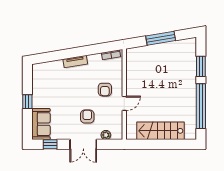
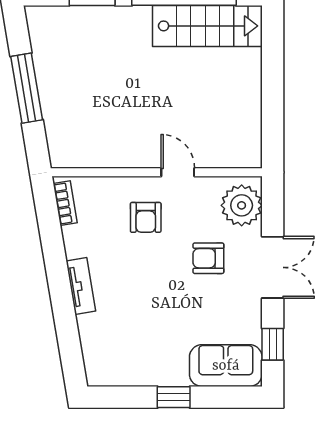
armchair: (105, 90) -> (146, 217), turned 90
stairs: (160, 131) -> (207, 26), moved, turned -90
plant: (106, 135) -> (242, 205), width x1.88, depth x1.88

